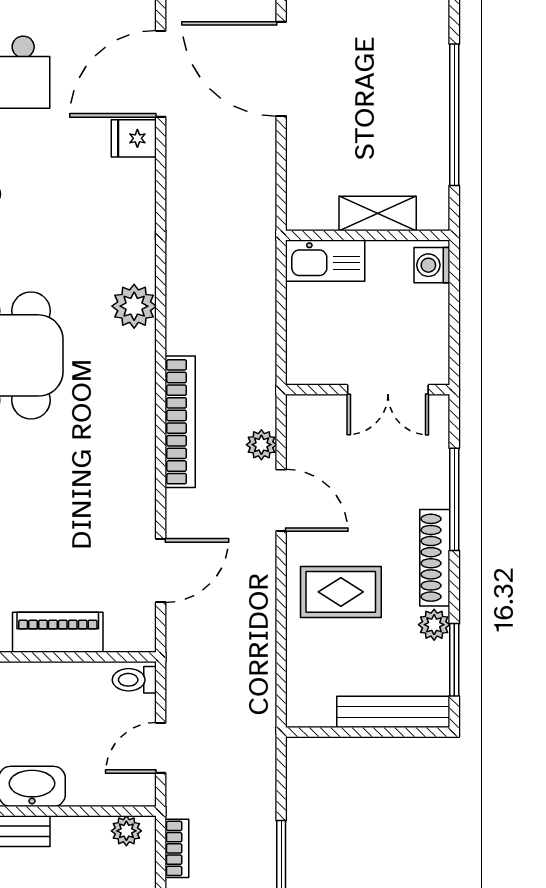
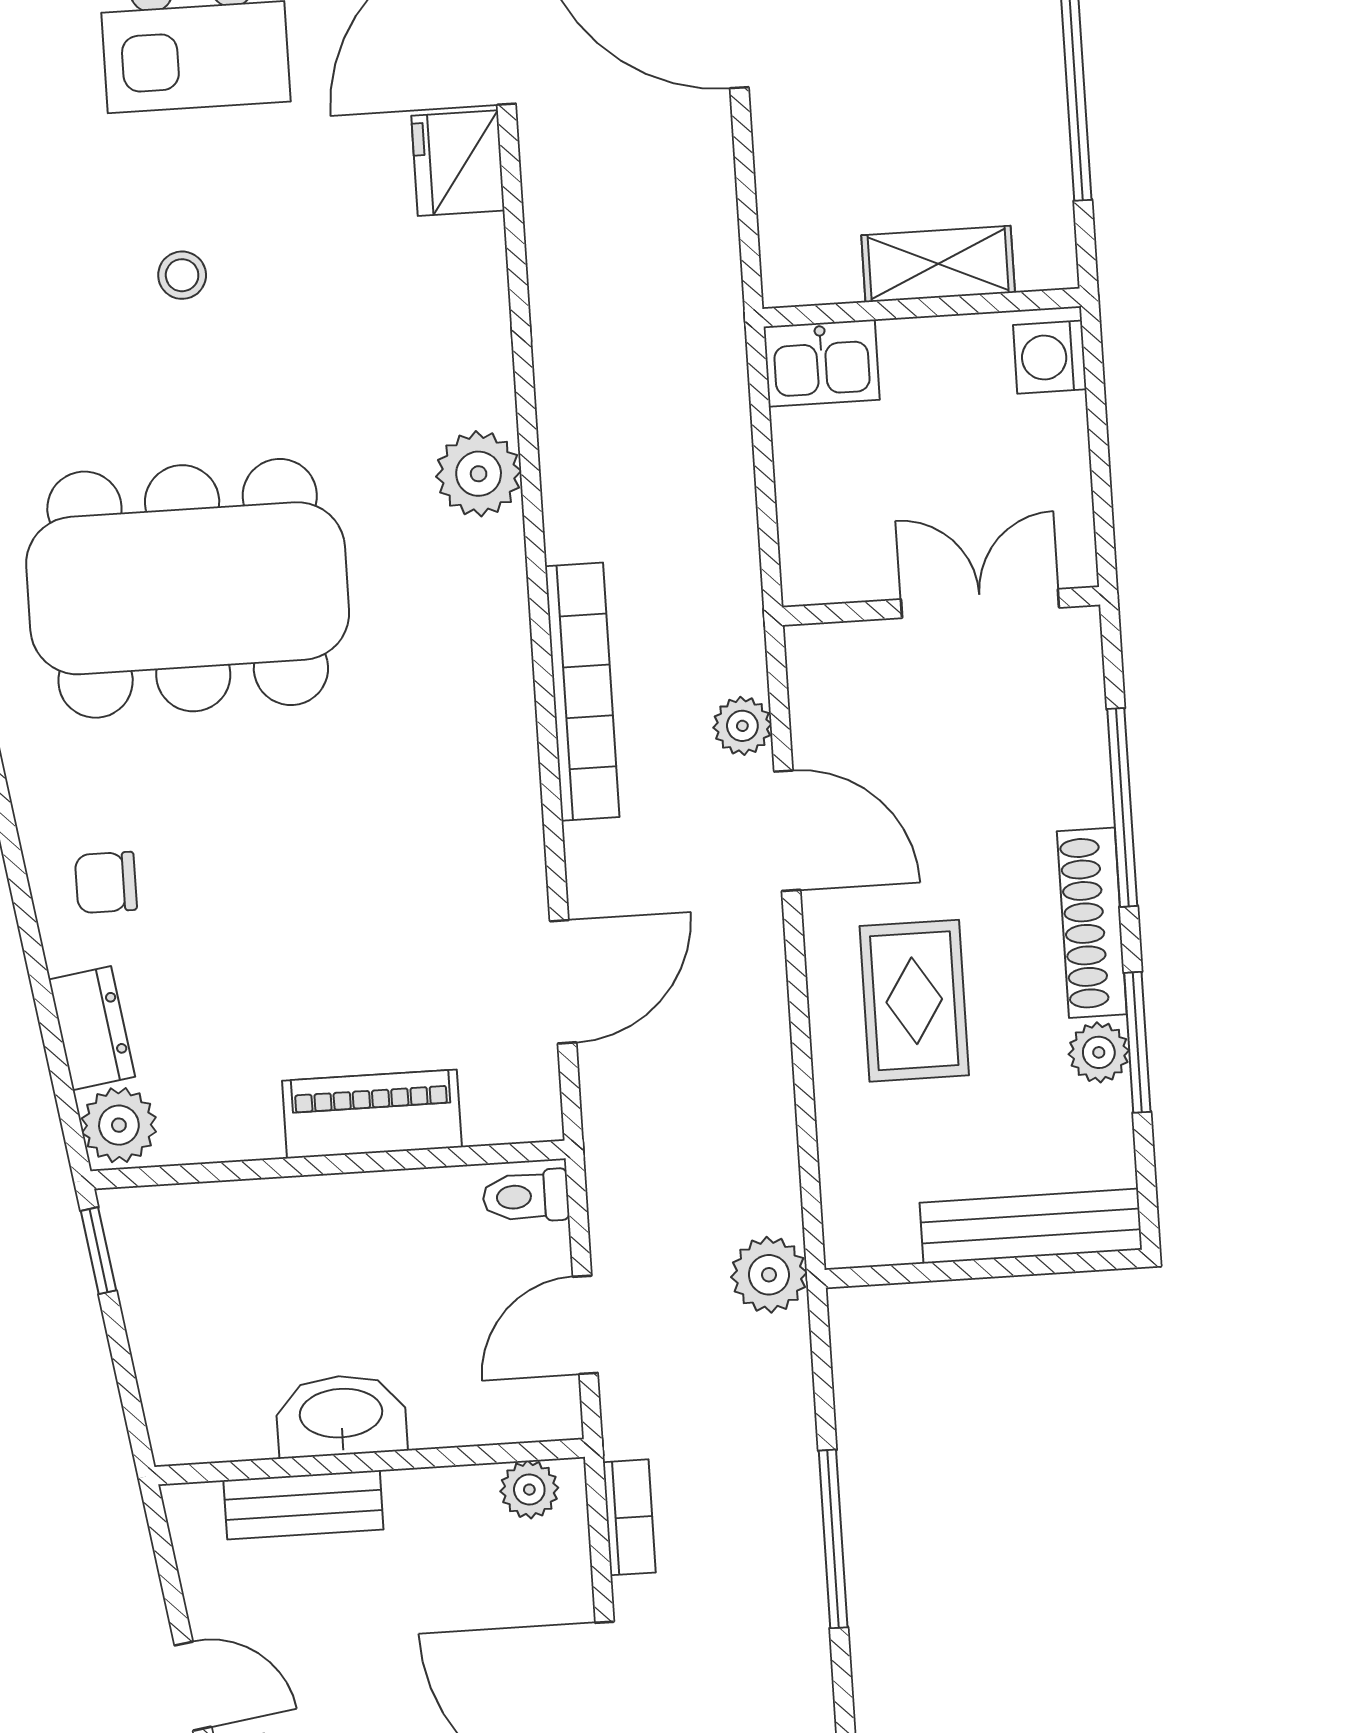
fridge: (134, 138) -> (458, 163), width x1.38
kitchen sink: (325, 261) -> (822, 363), width x0.73
double door: (388, 390) -> (980, 603), swing flipped
rug: (341, 592) -> (914, 1001), turned 90
window: (454, 660) -> (1137, 1042), moved
plant: (257, 728) -> (769, 1275), added

